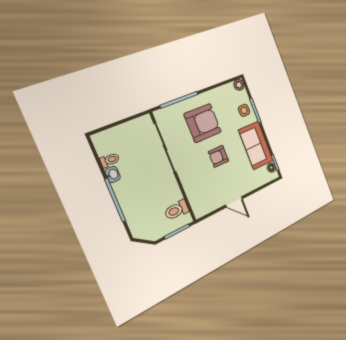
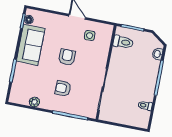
plant: (239, 85) -> (34, 102), moved
side table: (244, 110) -> (90, 36), moved
armchair: (203, 123) -> (63, 88), width x0.53, depth x0.53
armchair: (218, 156) -> (67, 57), turned -90
washbasin: (113, 174) -> (157, 54), moved

